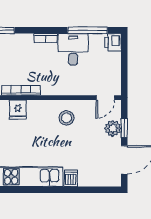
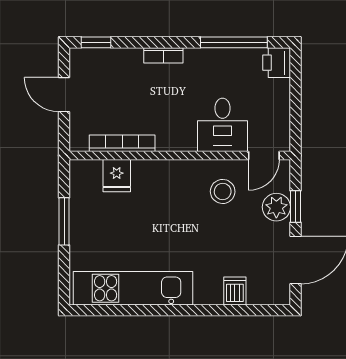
desk: (73, 49) -> (223, 125), moved, turned 180
stool: (66, 118) -> (223, 191), moved
dishwasher: (71, 178) -> (235, 291), moved

